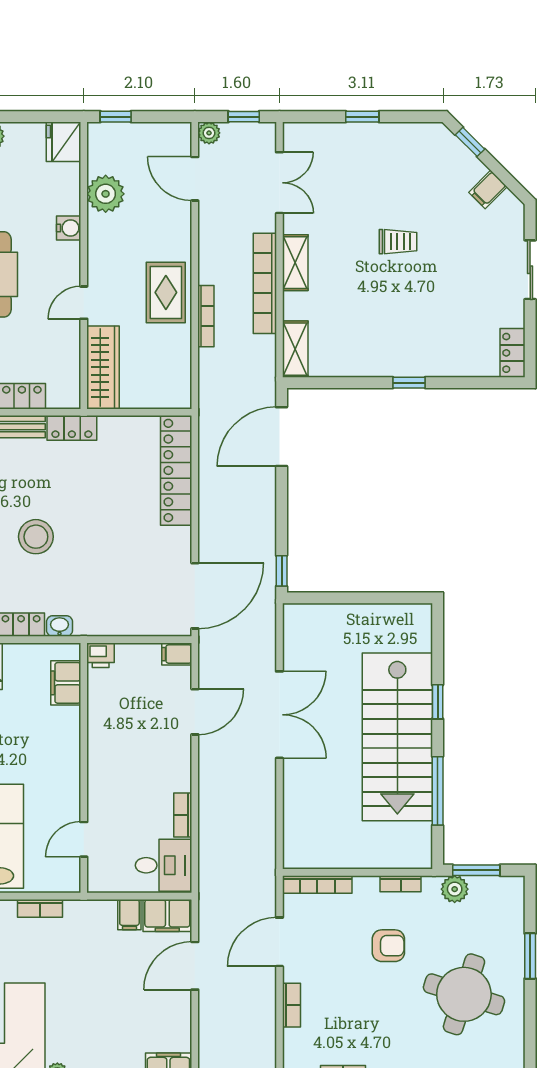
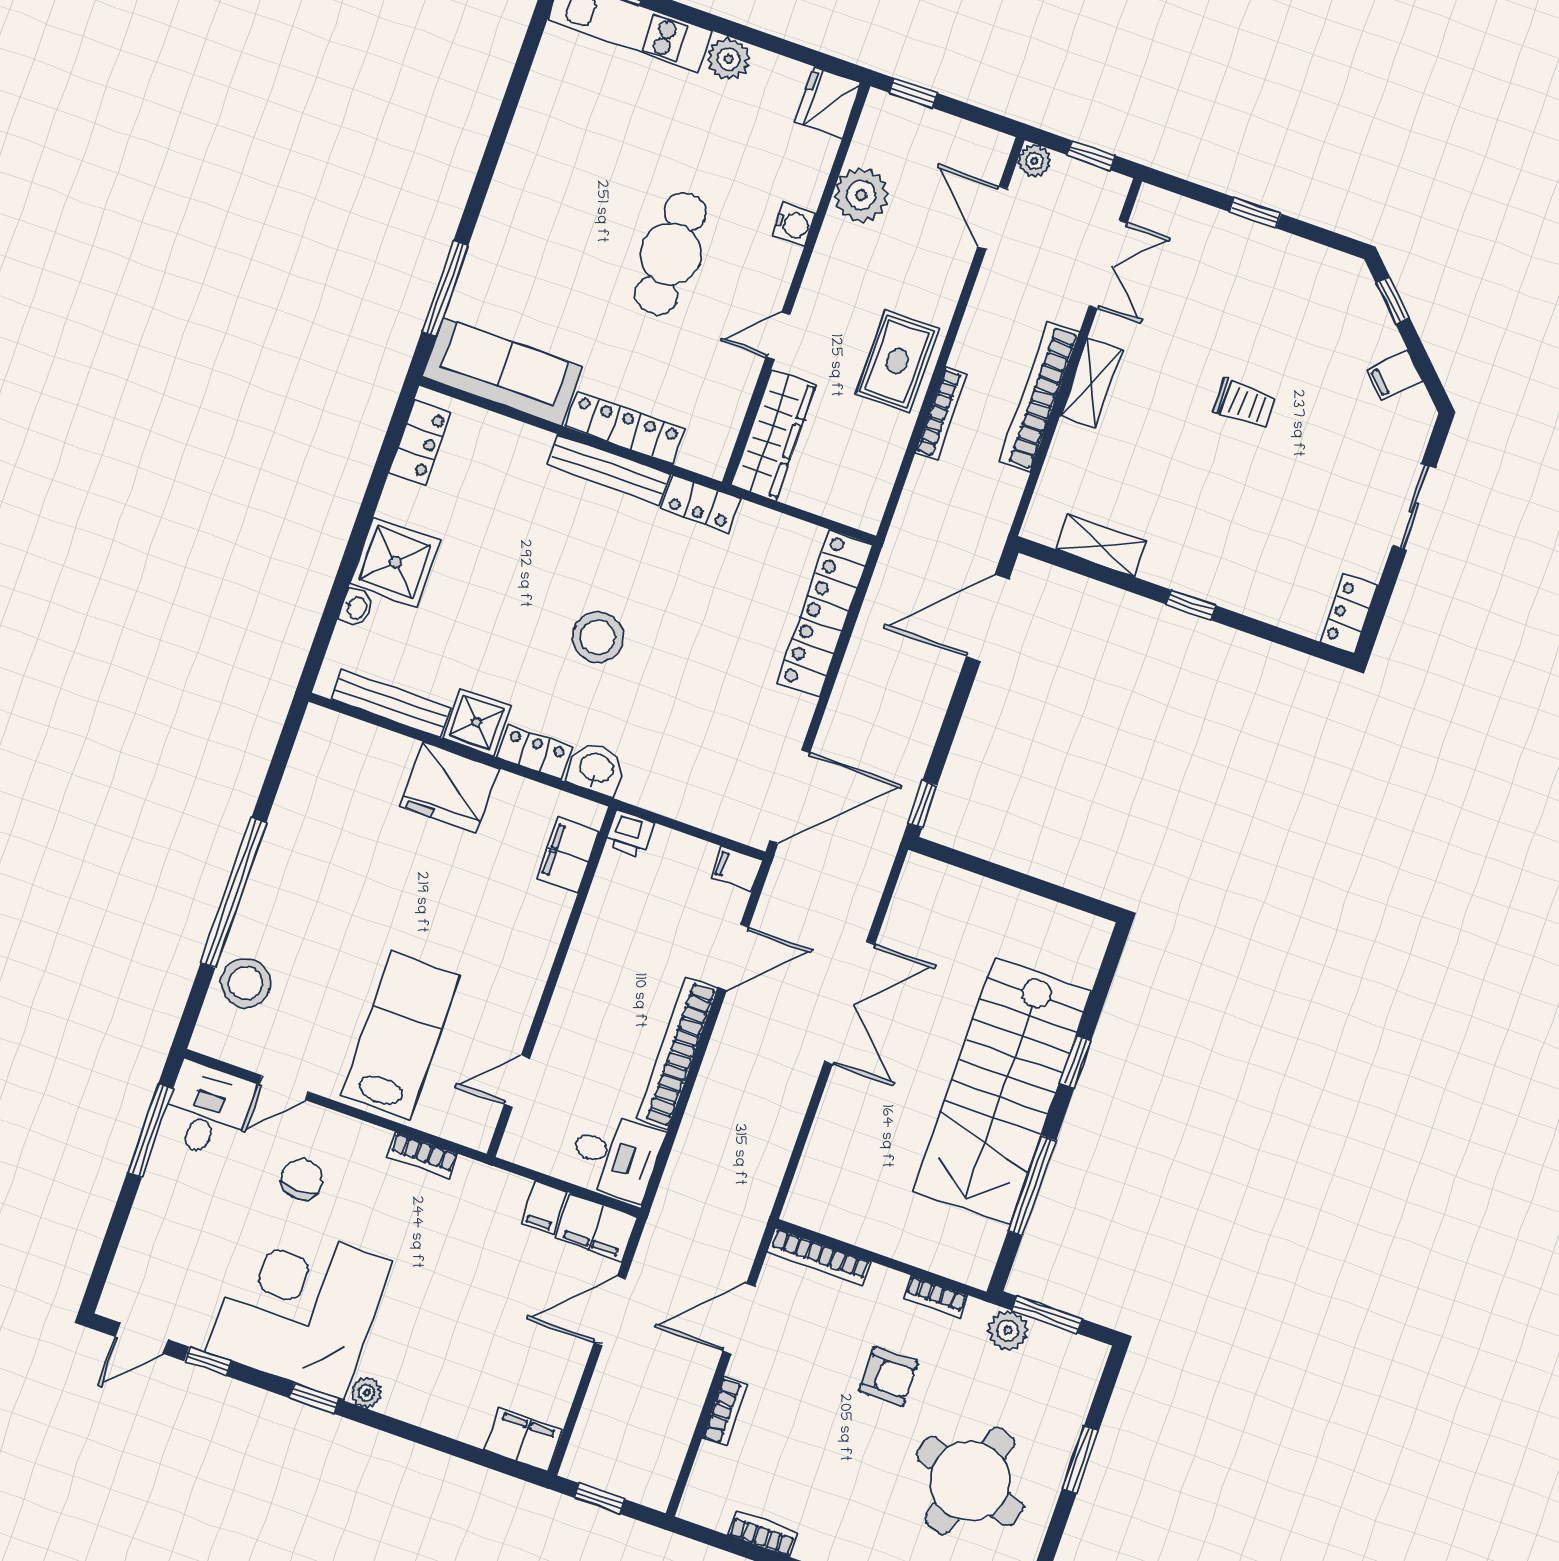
shelving: (295, 349) -> (1101, 545), moved, turned 90
washbasin: (60, 626) -> (596, 769), width x1.38, depth x1.45
bookcase: (183, 815) -> (677, 1053), width x2.31, depth x1.31

